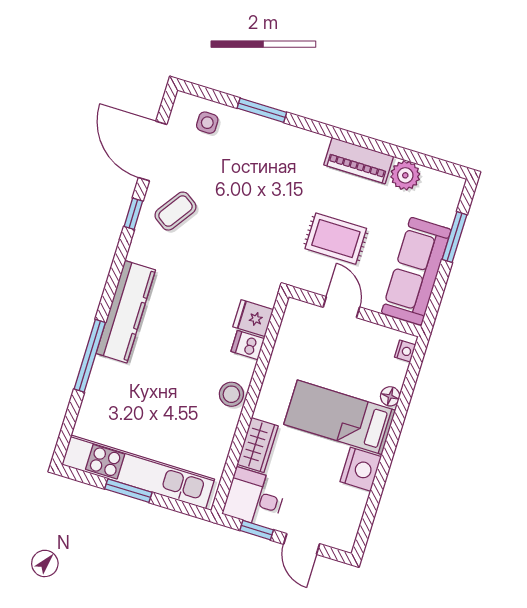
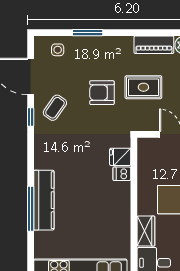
armchair: (255, 210) -> (102, 93), added
rug: (336, 239) -> (143, 87), moved
kitchen counter: (126, 312) -> (44, 200), moved
stool: (231, 394) -> (121, 206), removed

